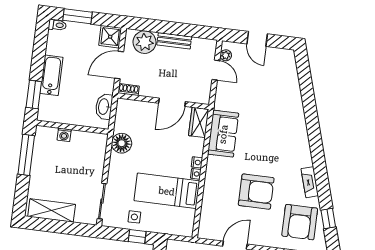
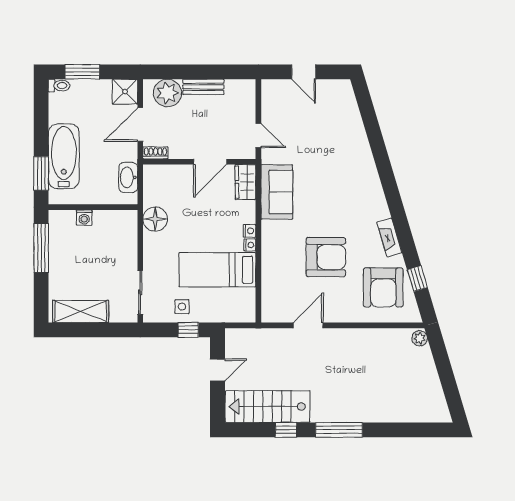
plant: (226, 55) -> (268, 97), removed
door: (216, 70) -> (258, 136), moved
bathtub: (51, 75) -> (64, 156), width x1.36, depth x1.36

